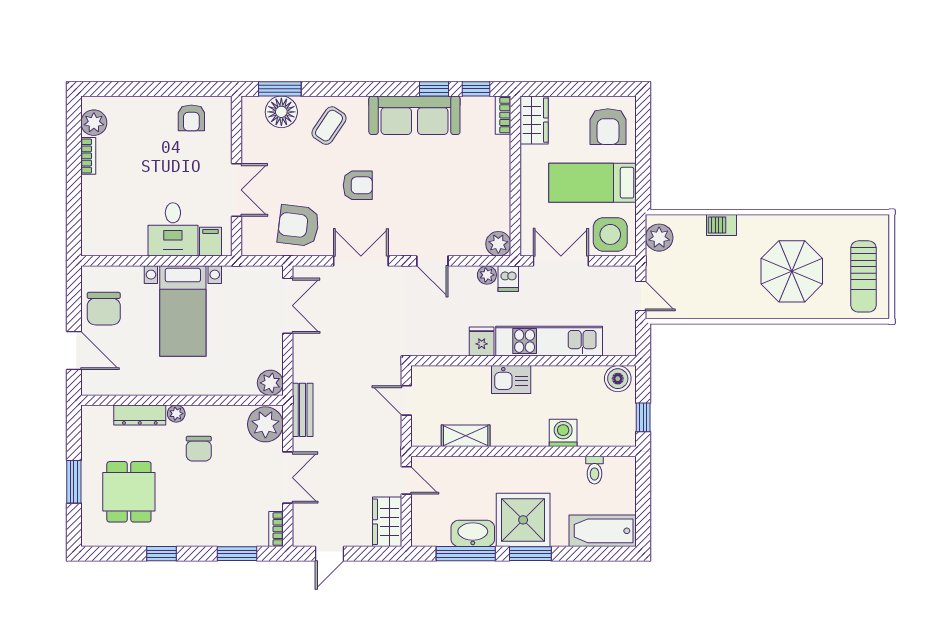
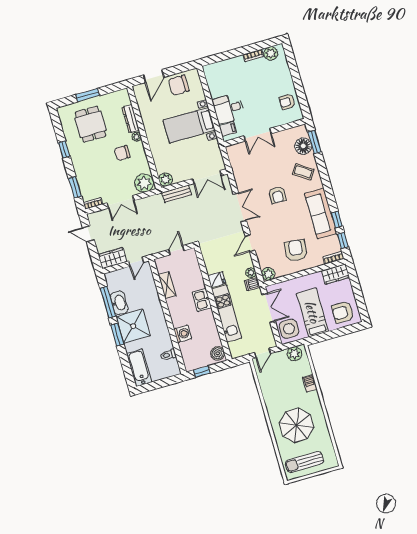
armchair: (298, 226) -> (296, 251), moved
bench: (303, 410) -> (177, 194), moved
dining table: (129, 492) -> (90, 124), turned 90

